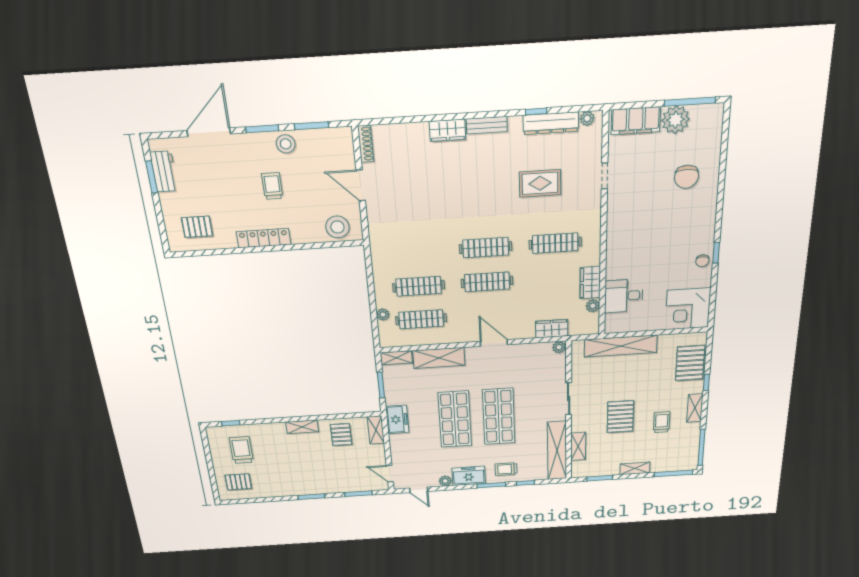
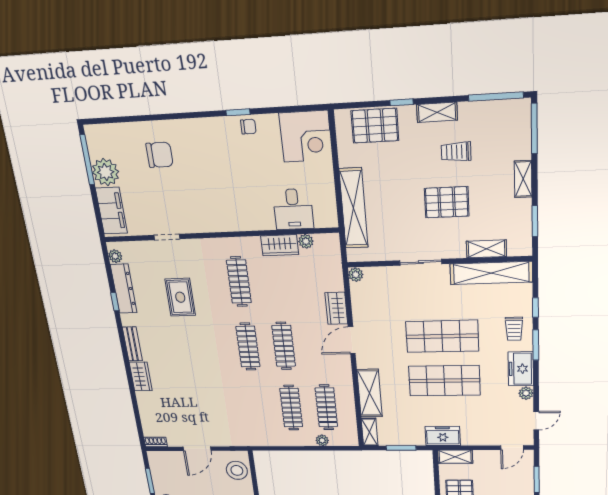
shoe rack: (366, 144) -> (155, 442), width x0.70
wardrobe: (552, 329) -> (336, 308), moved

